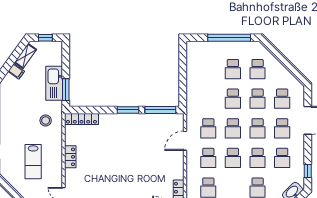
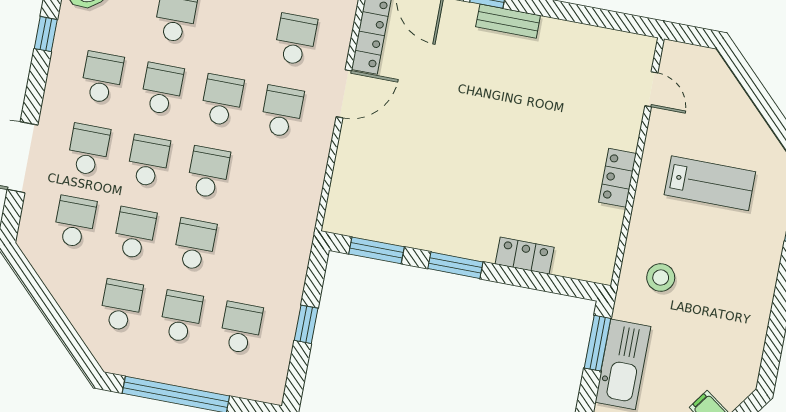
window: (183, 75) -> (306, 324), added
window: (160, 110) -> (376, 250), width x0.69
locker: (81, 119) -> (525, 256), moved, width x0.66
school desk: (208, 128) -> (241, 328), moved
door: (185, 141) -> (344, 94), moved
lab bench: (33, 162) -> (710, 183), turned 90

